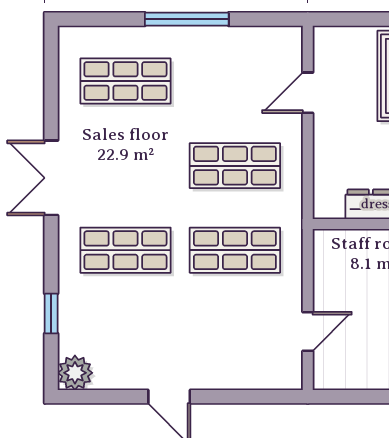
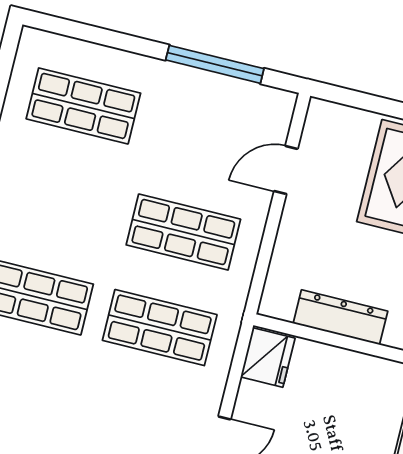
window: (187, 19) -> (215, 64), moved
fridge: (331, 253) -> (268, 358), added

